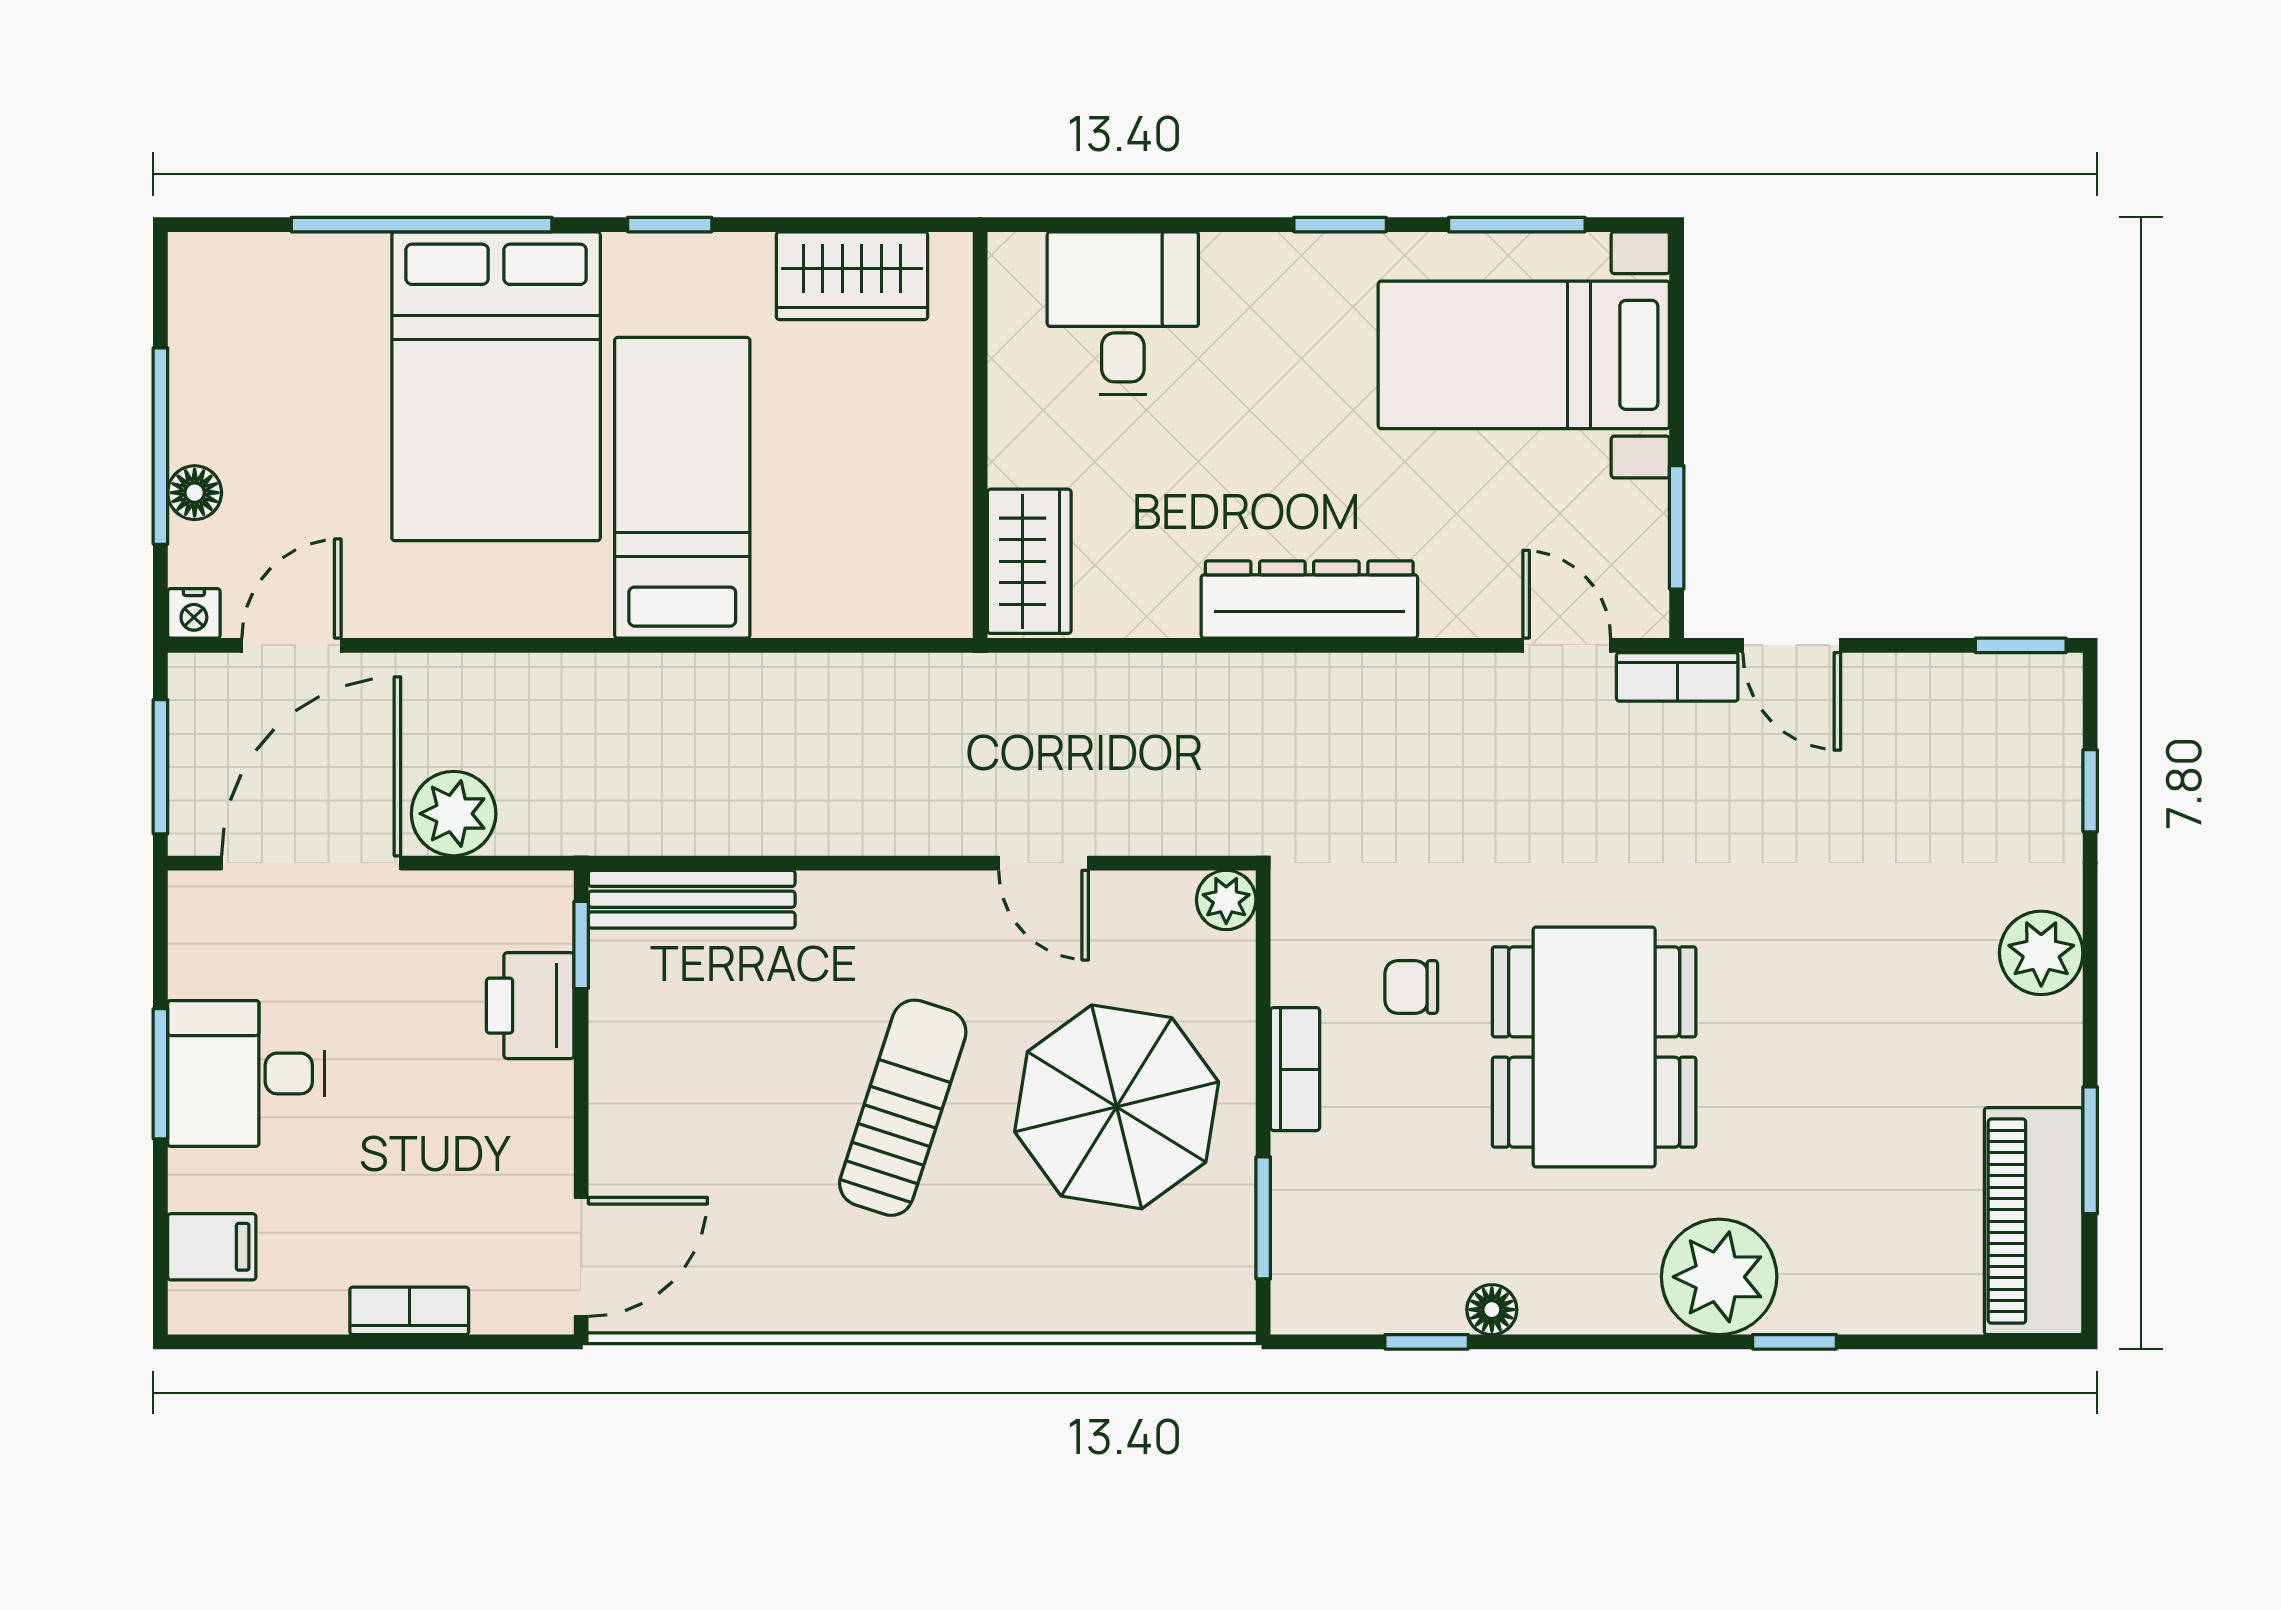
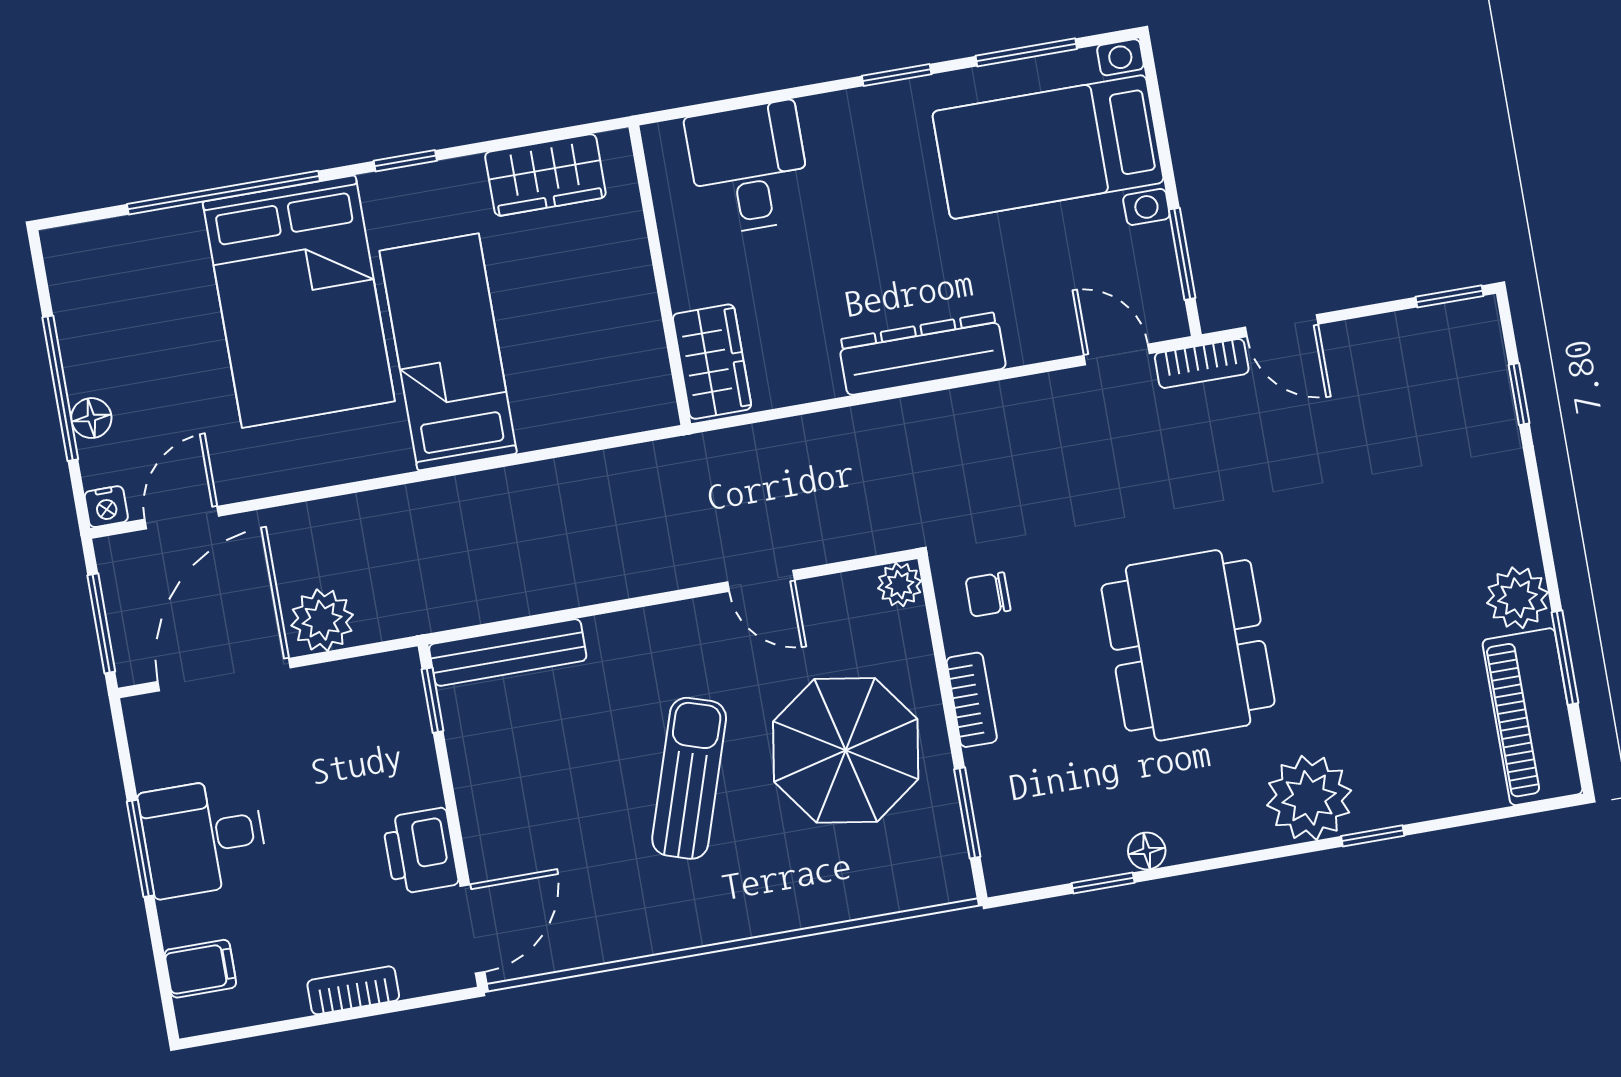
plant: (2041, 953) -> (1518, 598), moved
chair: (1411, 987) -> (988, 595), moved
printer: (530, 1006) -> (420, 851), moved

